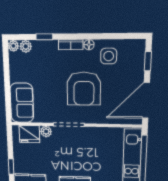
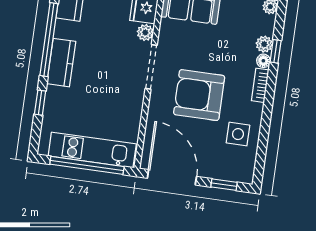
floor lamp: (89, 45) -> (263, 61), moved
plant: (26, 46) -> (264, 44), moved

